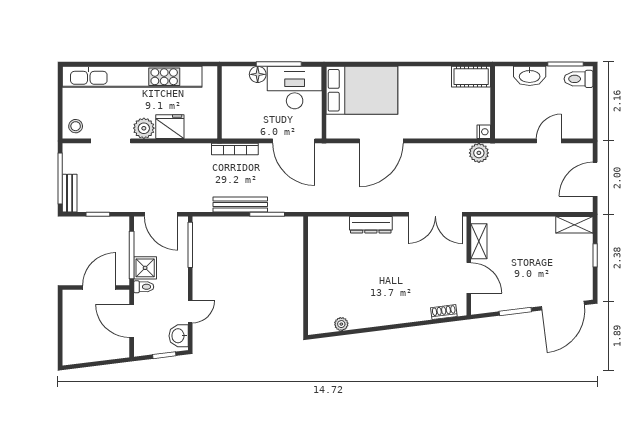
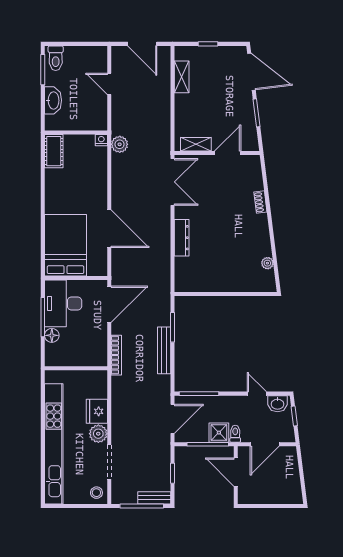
shelving: (574, 225) -> (182, 77), moved
shoe rack: (444, 312) -> (260, 202), moved

